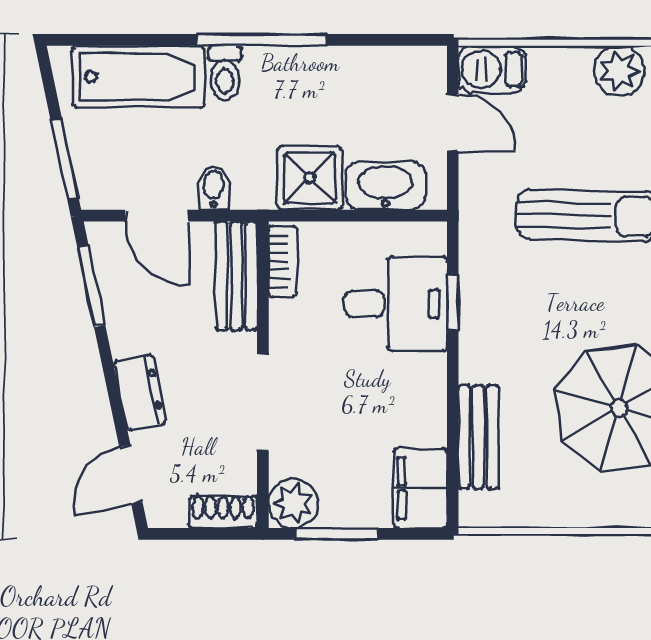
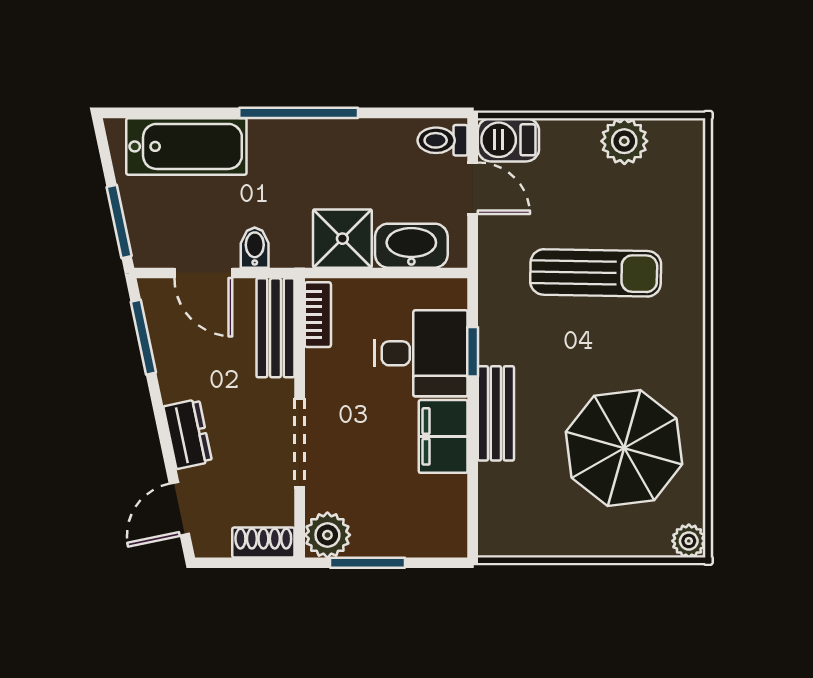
toilet: (225, 73) -> (443, 140), moved, turned 90
bench: (478, 437) -> (496, 413), moved
filing cabinet: (420, 488) -> (443, 436), moved

